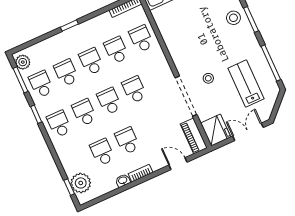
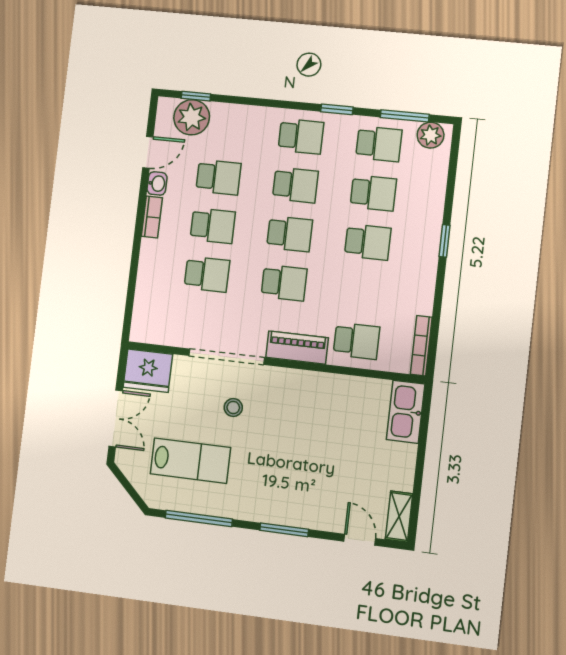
stool: (233, 18) -> (303, 504), removed
school desk: (116, 50) -> (207, 274), moved
piano: (194, 136) -> (297, 348), moved
door: (178, 164) -> (148, 152), moved

